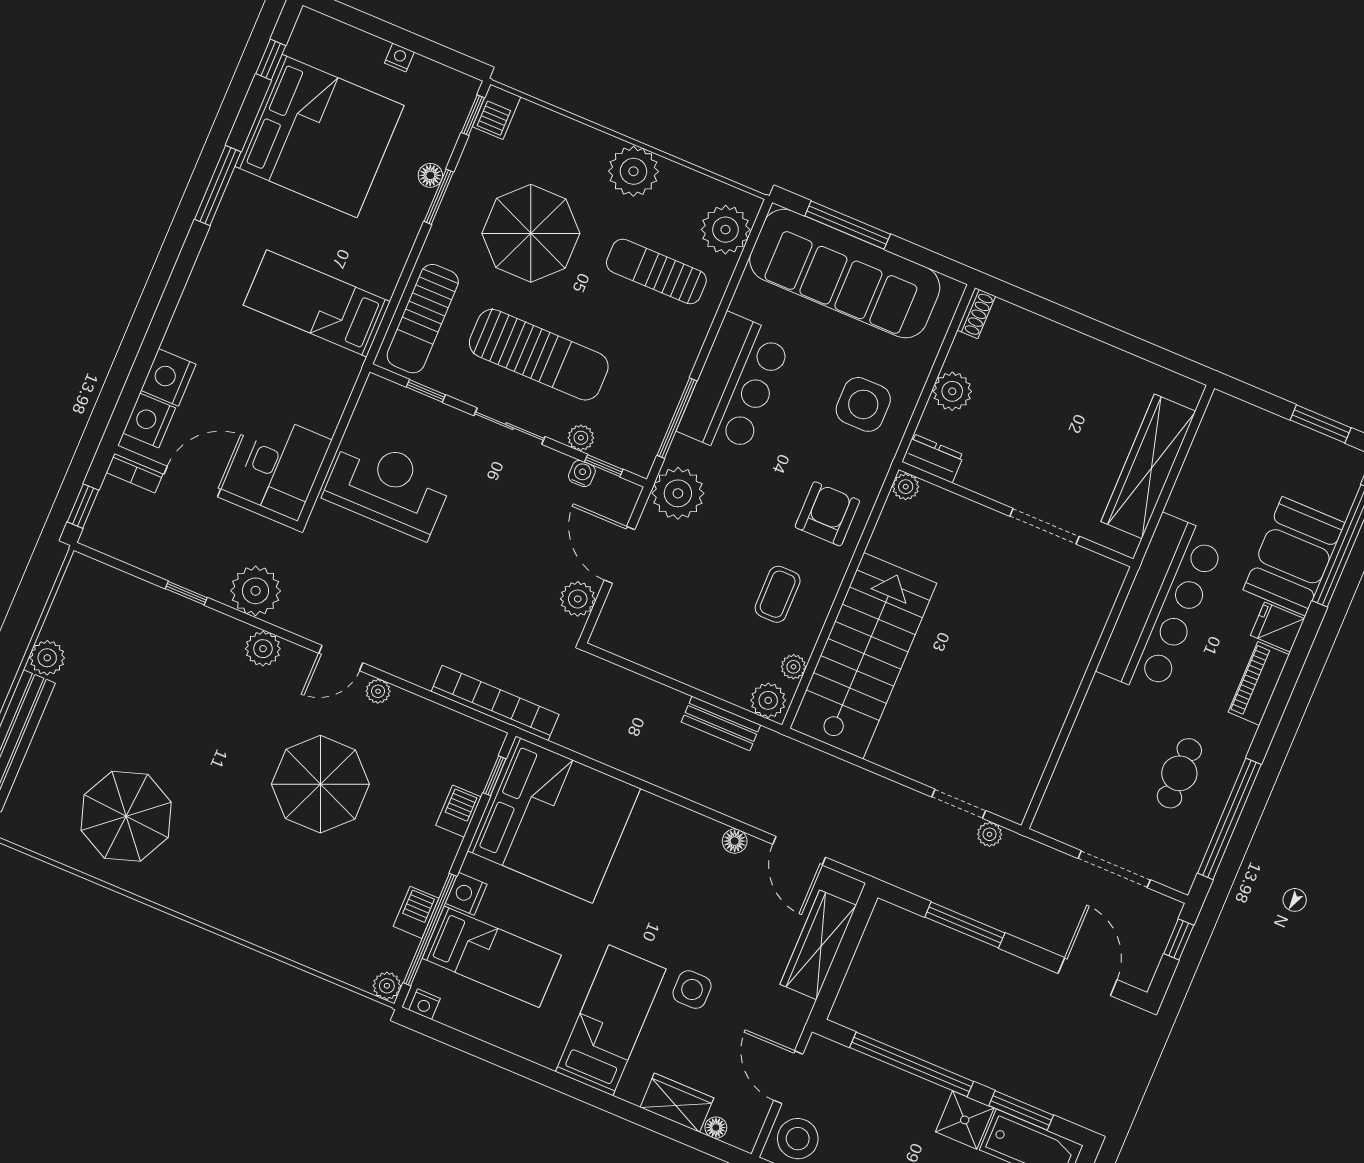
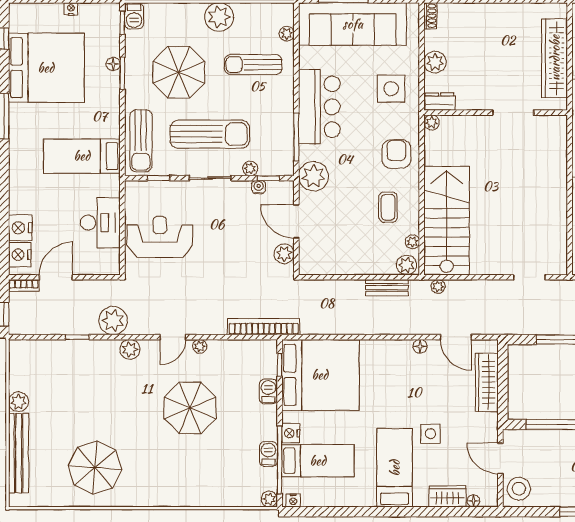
plant: (725, 230) -> (287, 34), width x0.53, depth x0.53
desk: (283, 467) -> (100, 223), moved
plant: (990, 834) -> (438, 286), moved

